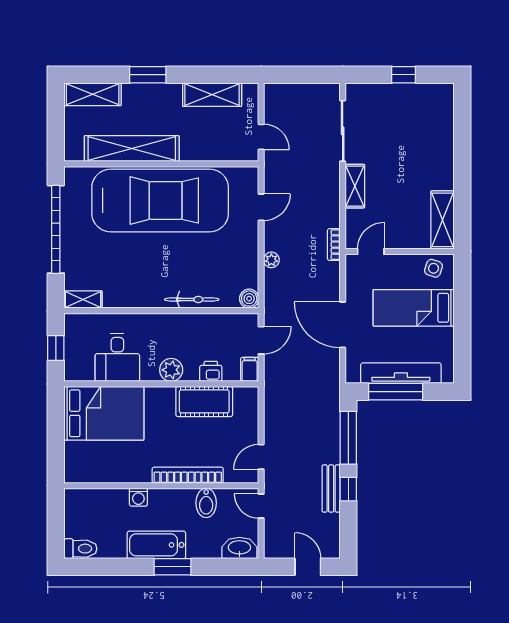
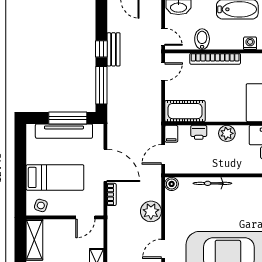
bookcase: (334, 245) -> (112, 194), moved
plant: (271, 260) -> (151, 211), width x1.88, depth x1.88
cot: (204, 401) -> (185, 111), moved

